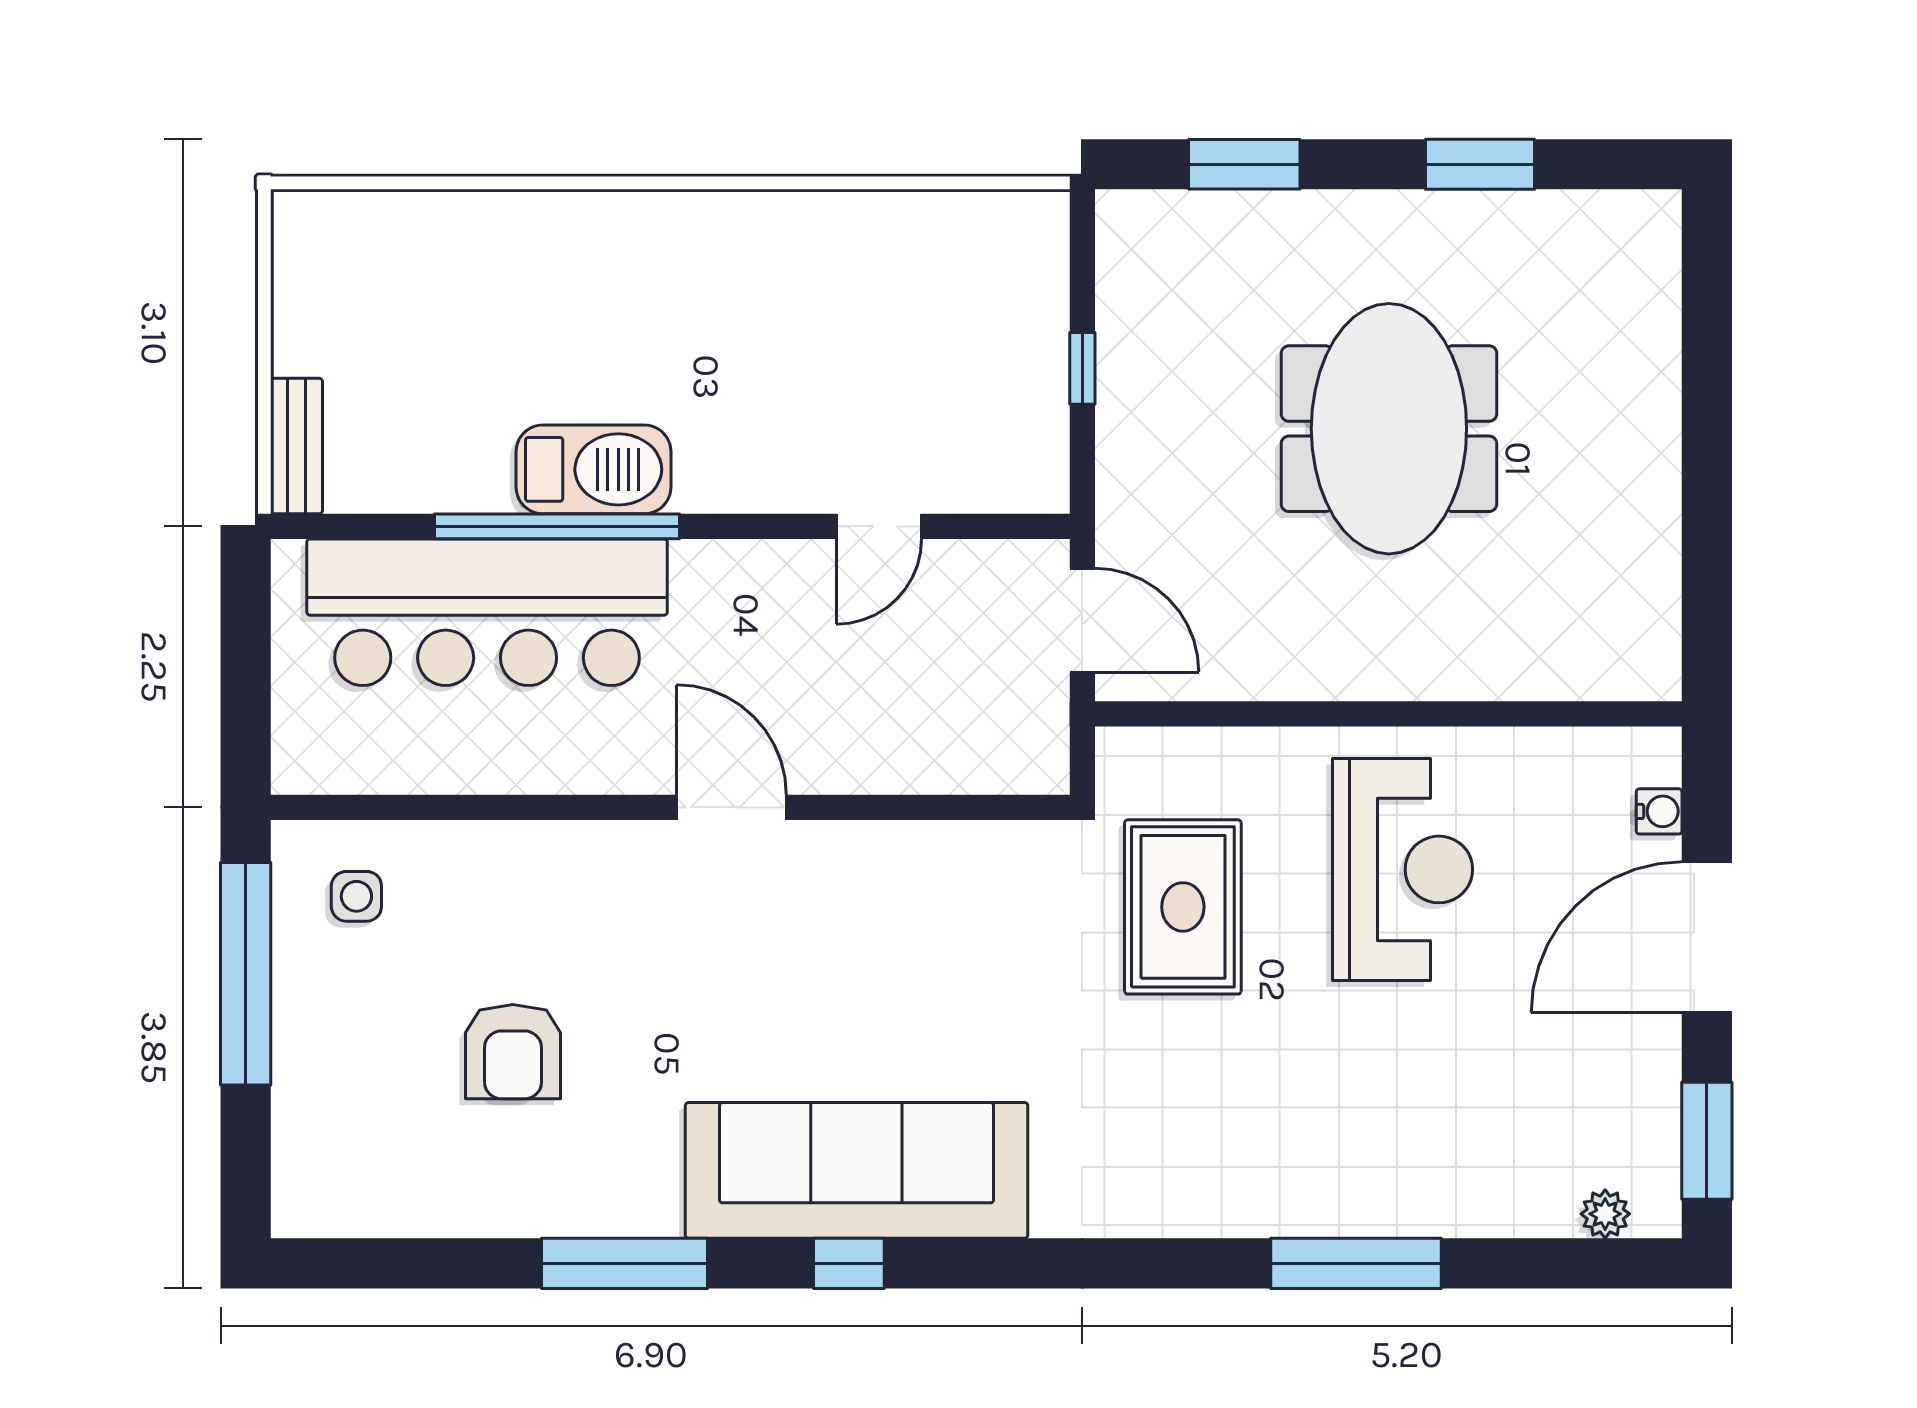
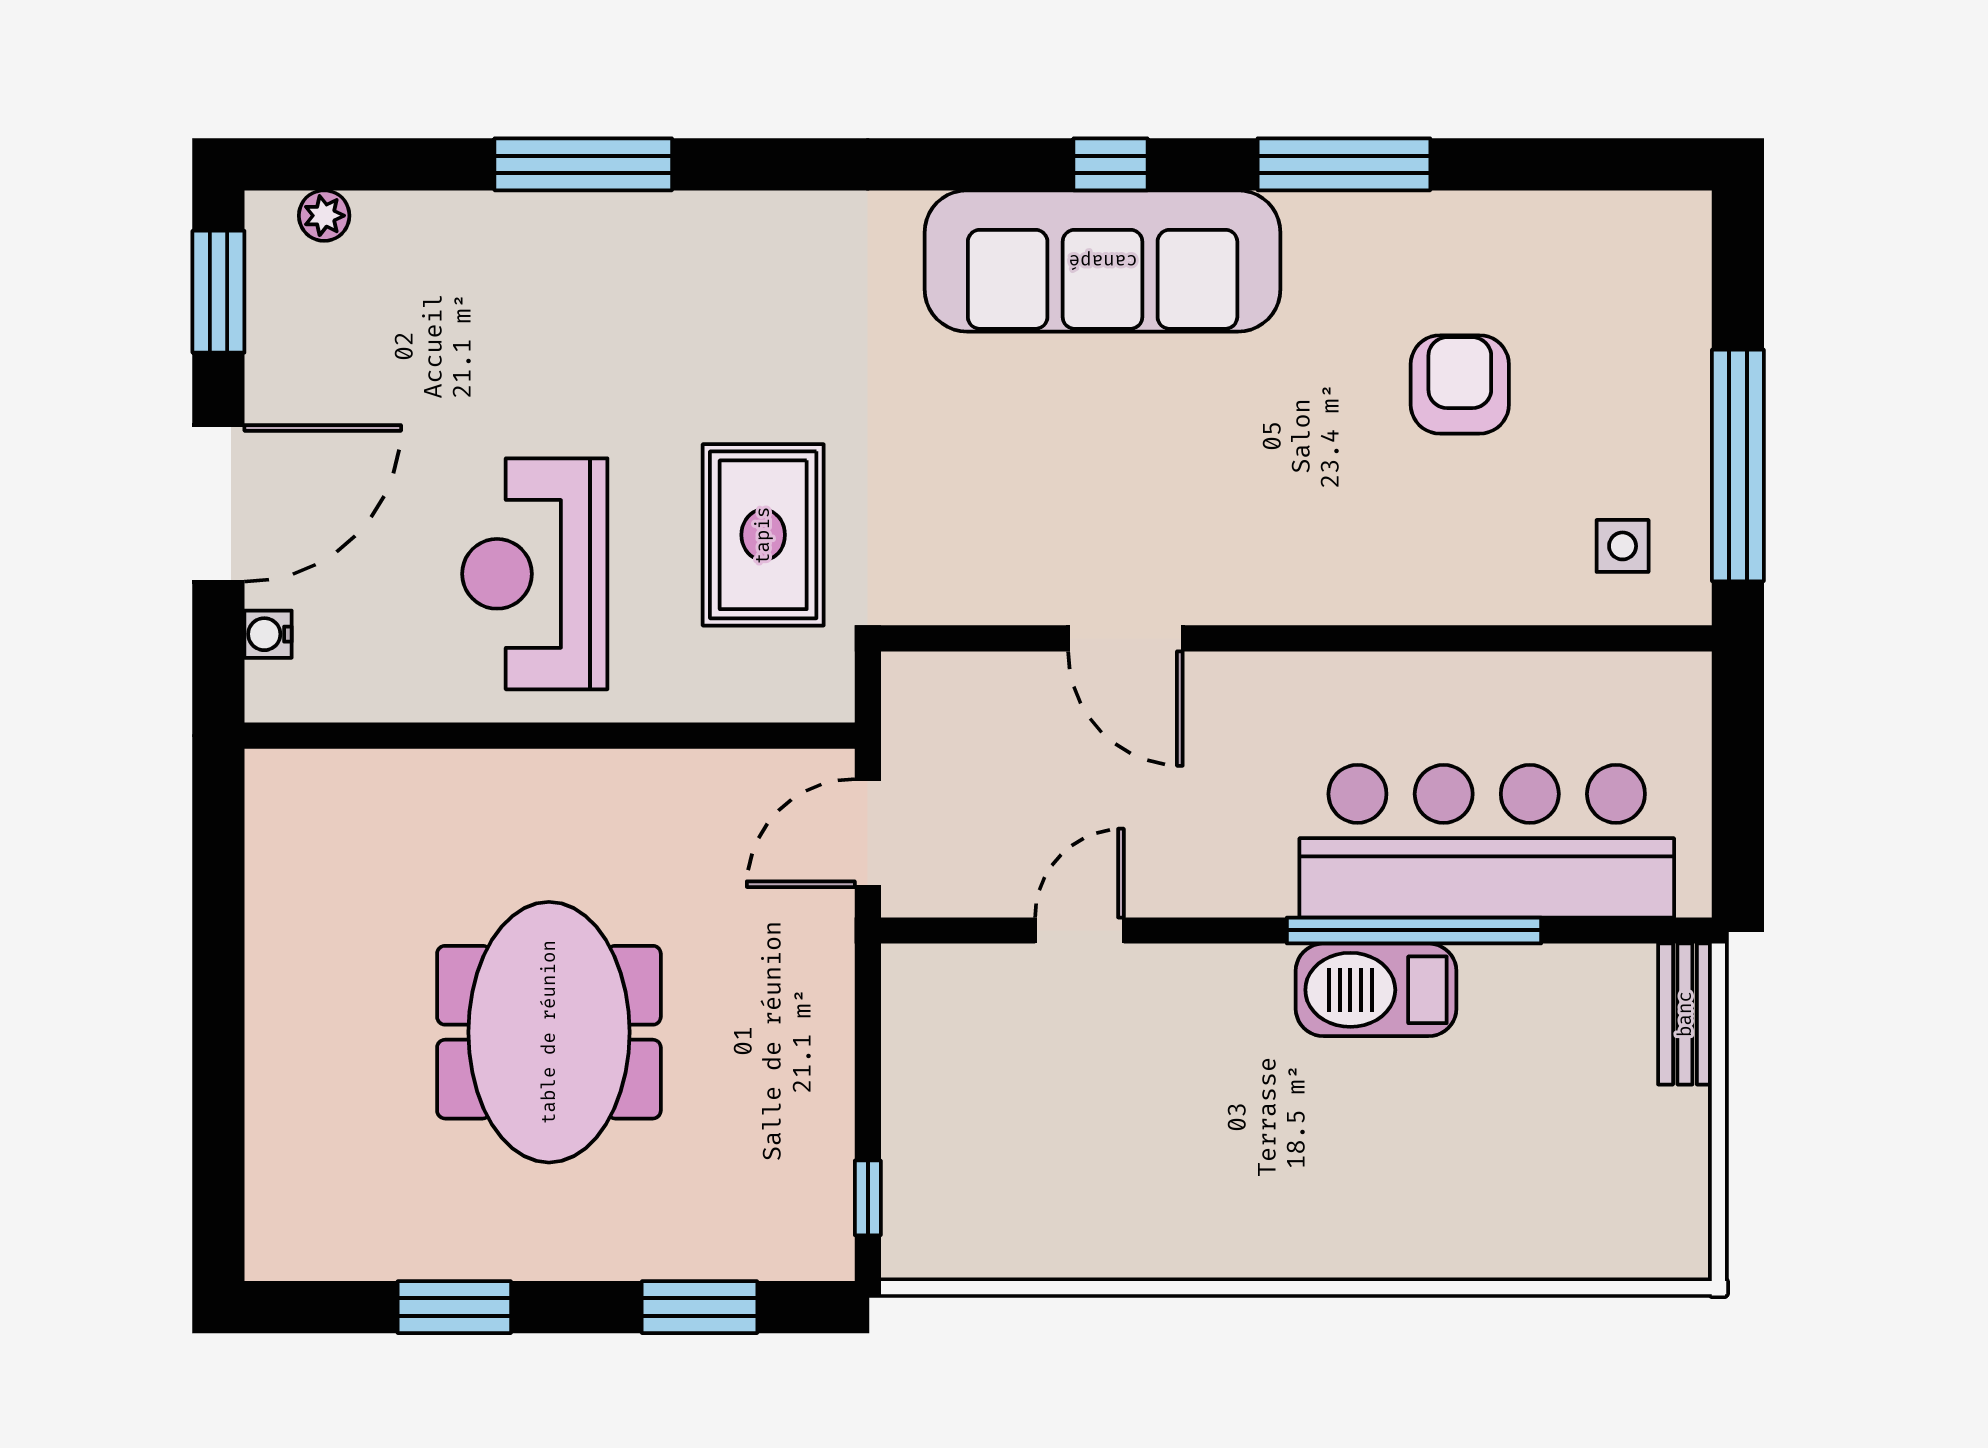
window: (1082, 368) -> (868, 1198), moved
door: (1082, 620) -> (868, 833), hinge flipped
door: (731, 807) -> (1125, 638), moved

